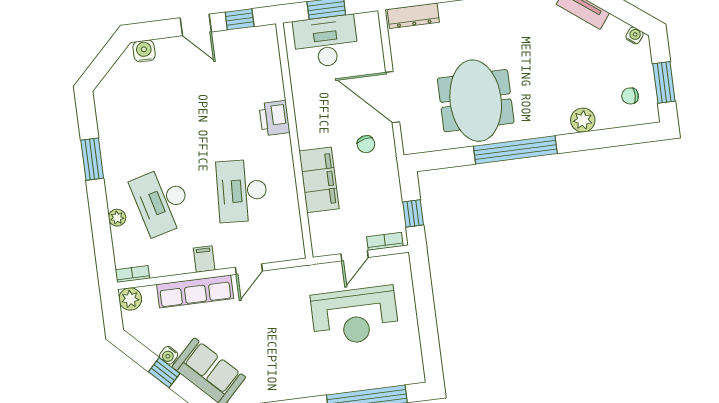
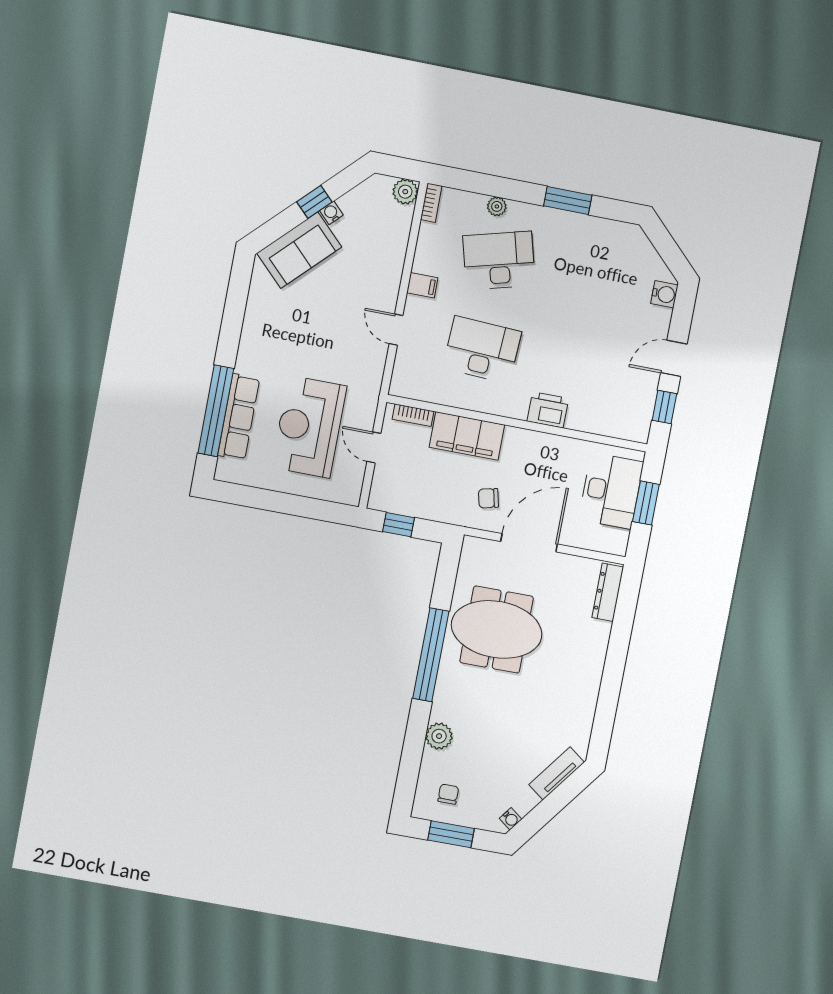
bookcase: (385, 241) -> (413, 415), moved, turned 90
row of seats: (195, 291) -> (239, 417), moved, turned 180

